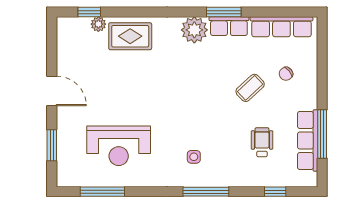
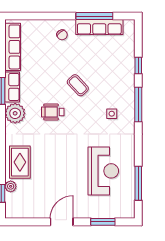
chair: (286, 74) -> (62, 35), moved
coffee table: (250, 88) -> (78, 85), moved
wheelchair: (262, 142) -> (53, 112), moved
window: (275, 192) -> (138, 66), moved

